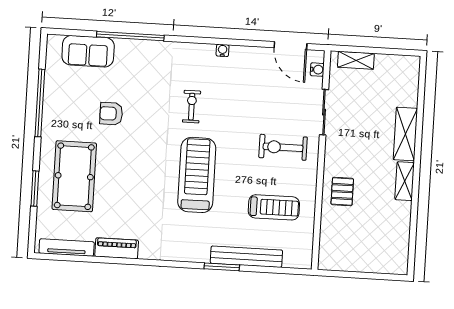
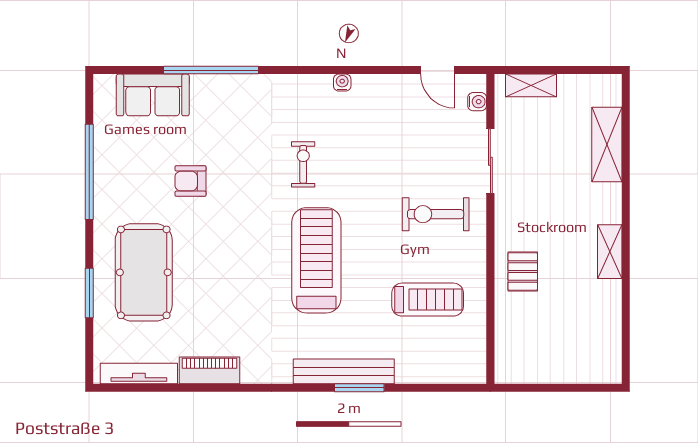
door: (290, 46) -> (438, 70), width x0.73
shelving: (405, 134) -> (607, 144), moved
bench: (246, 257) -> (344, 371), moved

